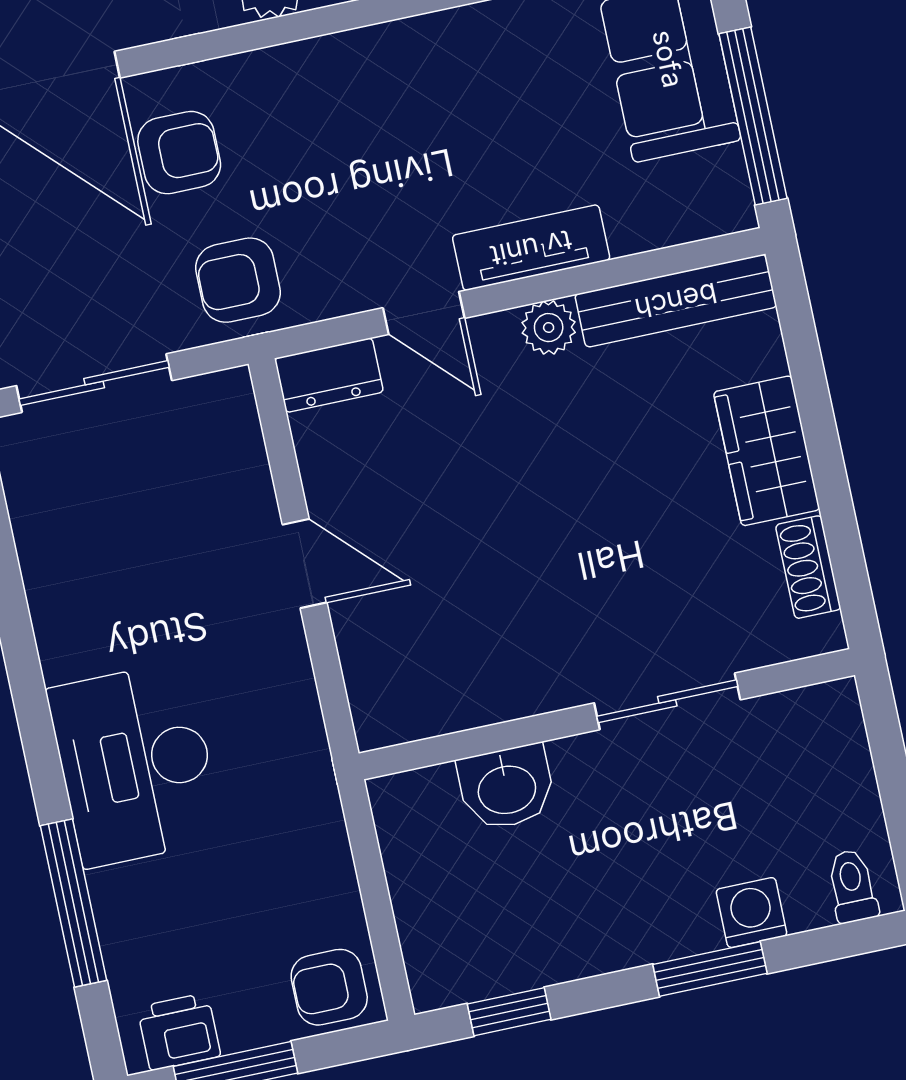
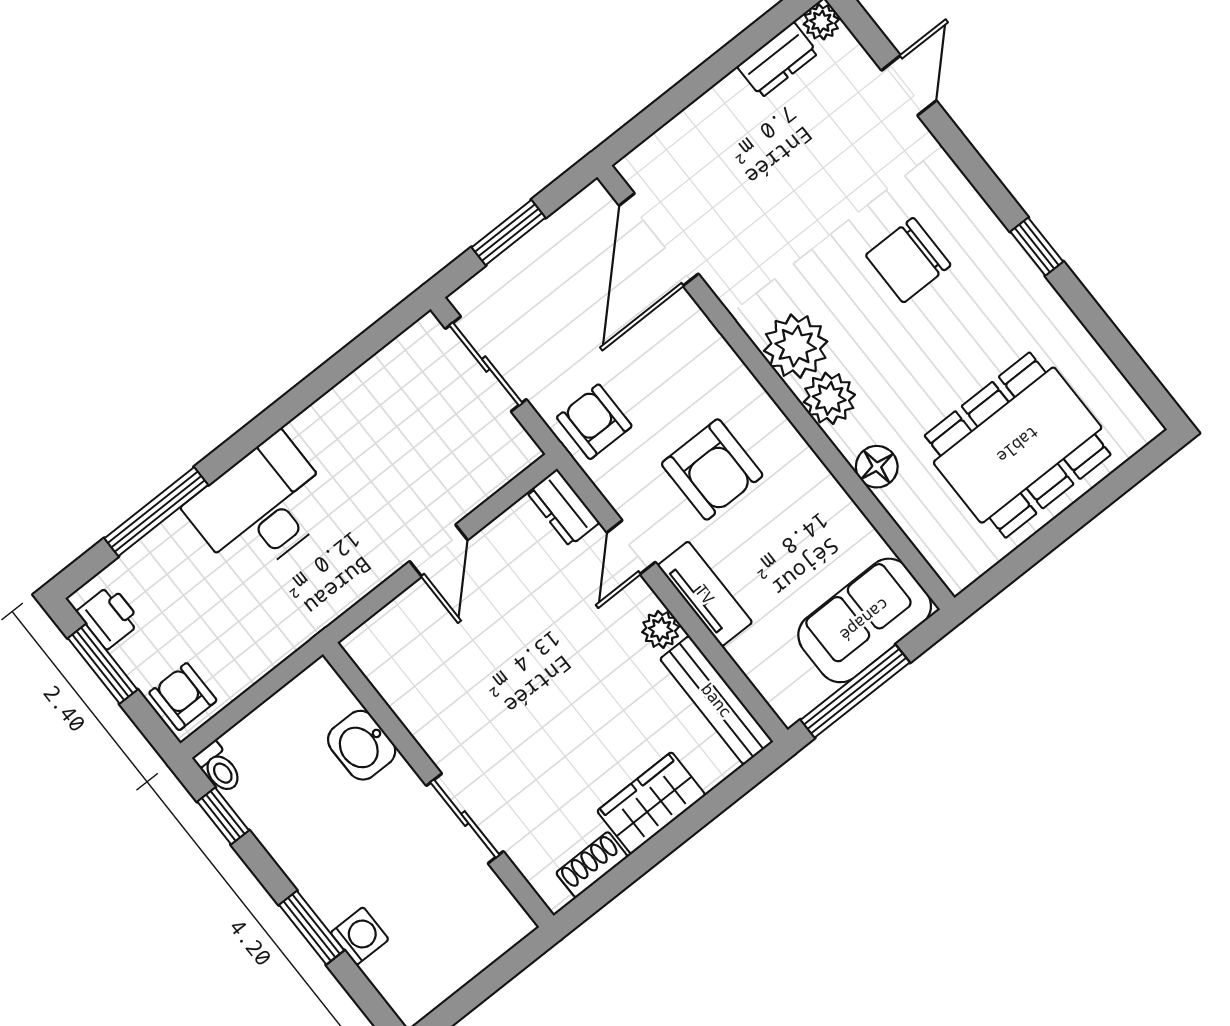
armchair: (179, 153) -> (712, 469), moved, width x1.38, depth x1.38
toilet: (852, 886) -> (219, 768), moved, turned 90

